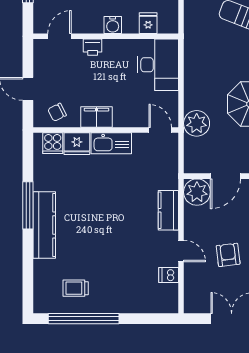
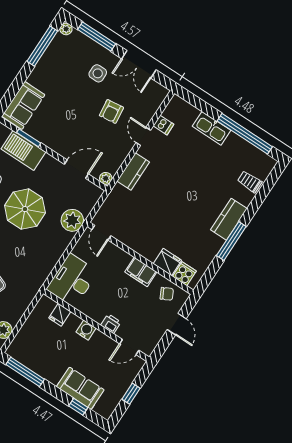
kitchen sink: (111, 143) -> (212, 128), moved, turned 180
plant: (197, 192) -> (106, 178), width x0.53, depth x0.53
kitchen counter: (44, 225) -> (229, 219), width x0.67
trolley: (76, 288) -> (250, 182), moved, turned 180

